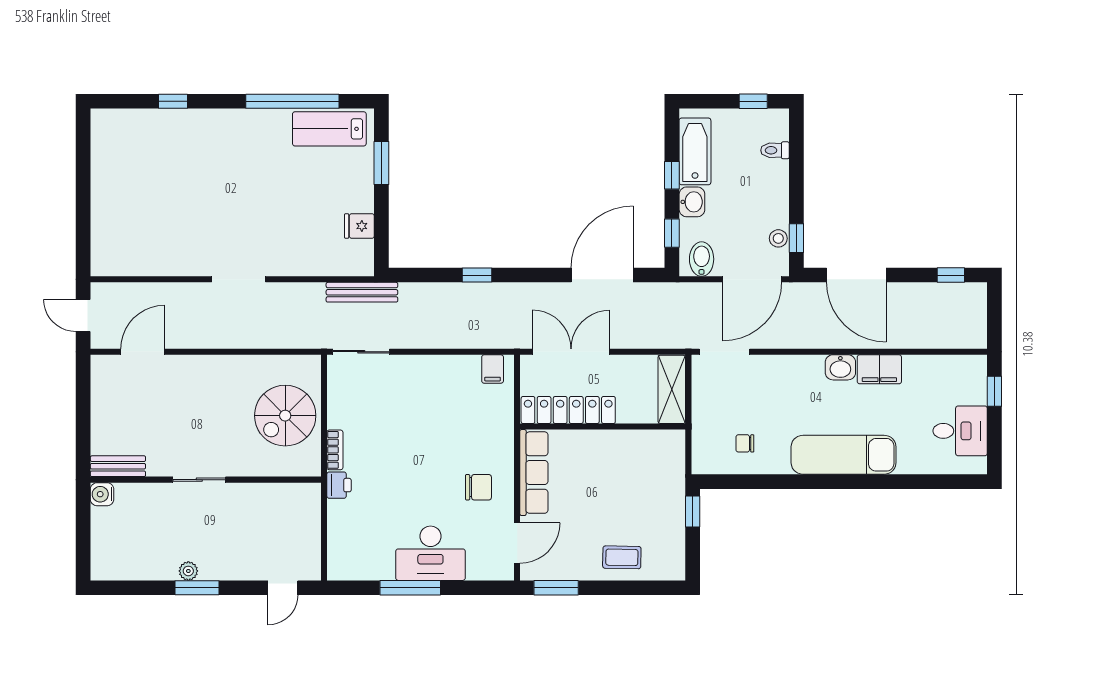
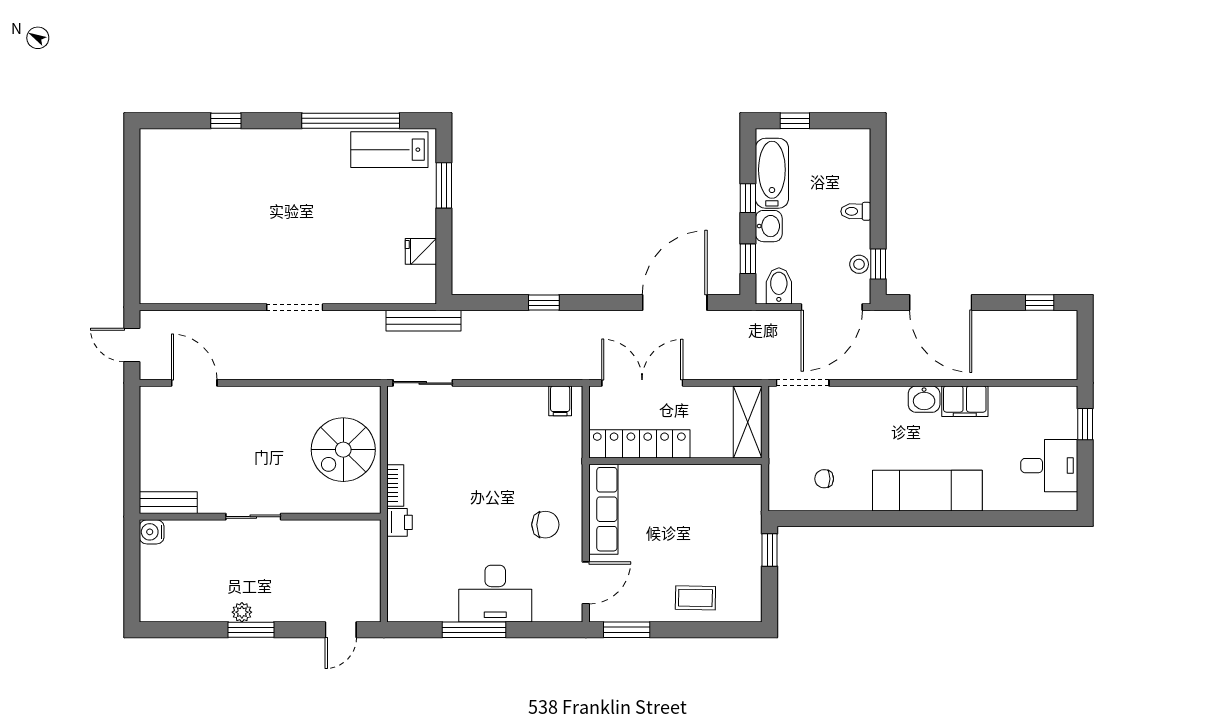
window: (753, 101) -> (795, 121), moved
toilet: (775, 150) -> (856, 211), moved
door: (143, 352) -> (194, 383), hinge flipped

